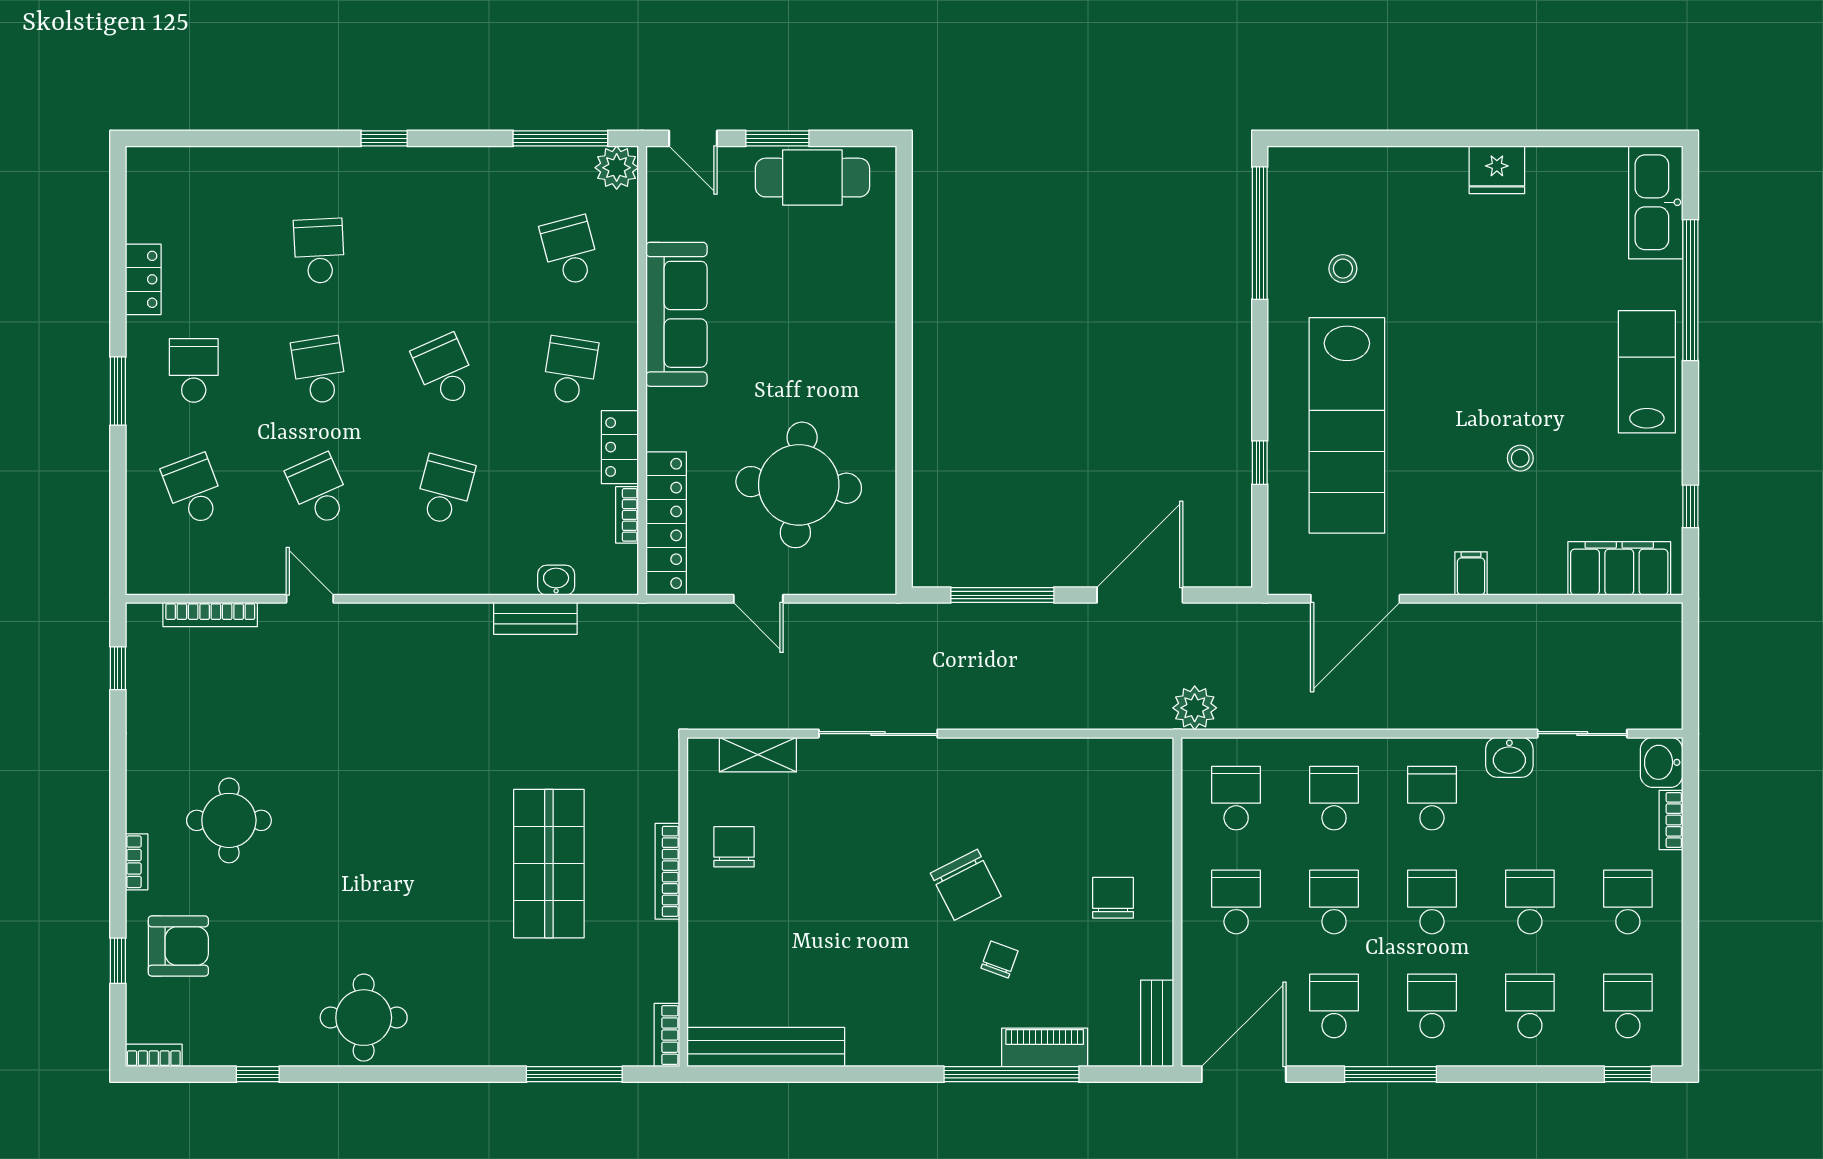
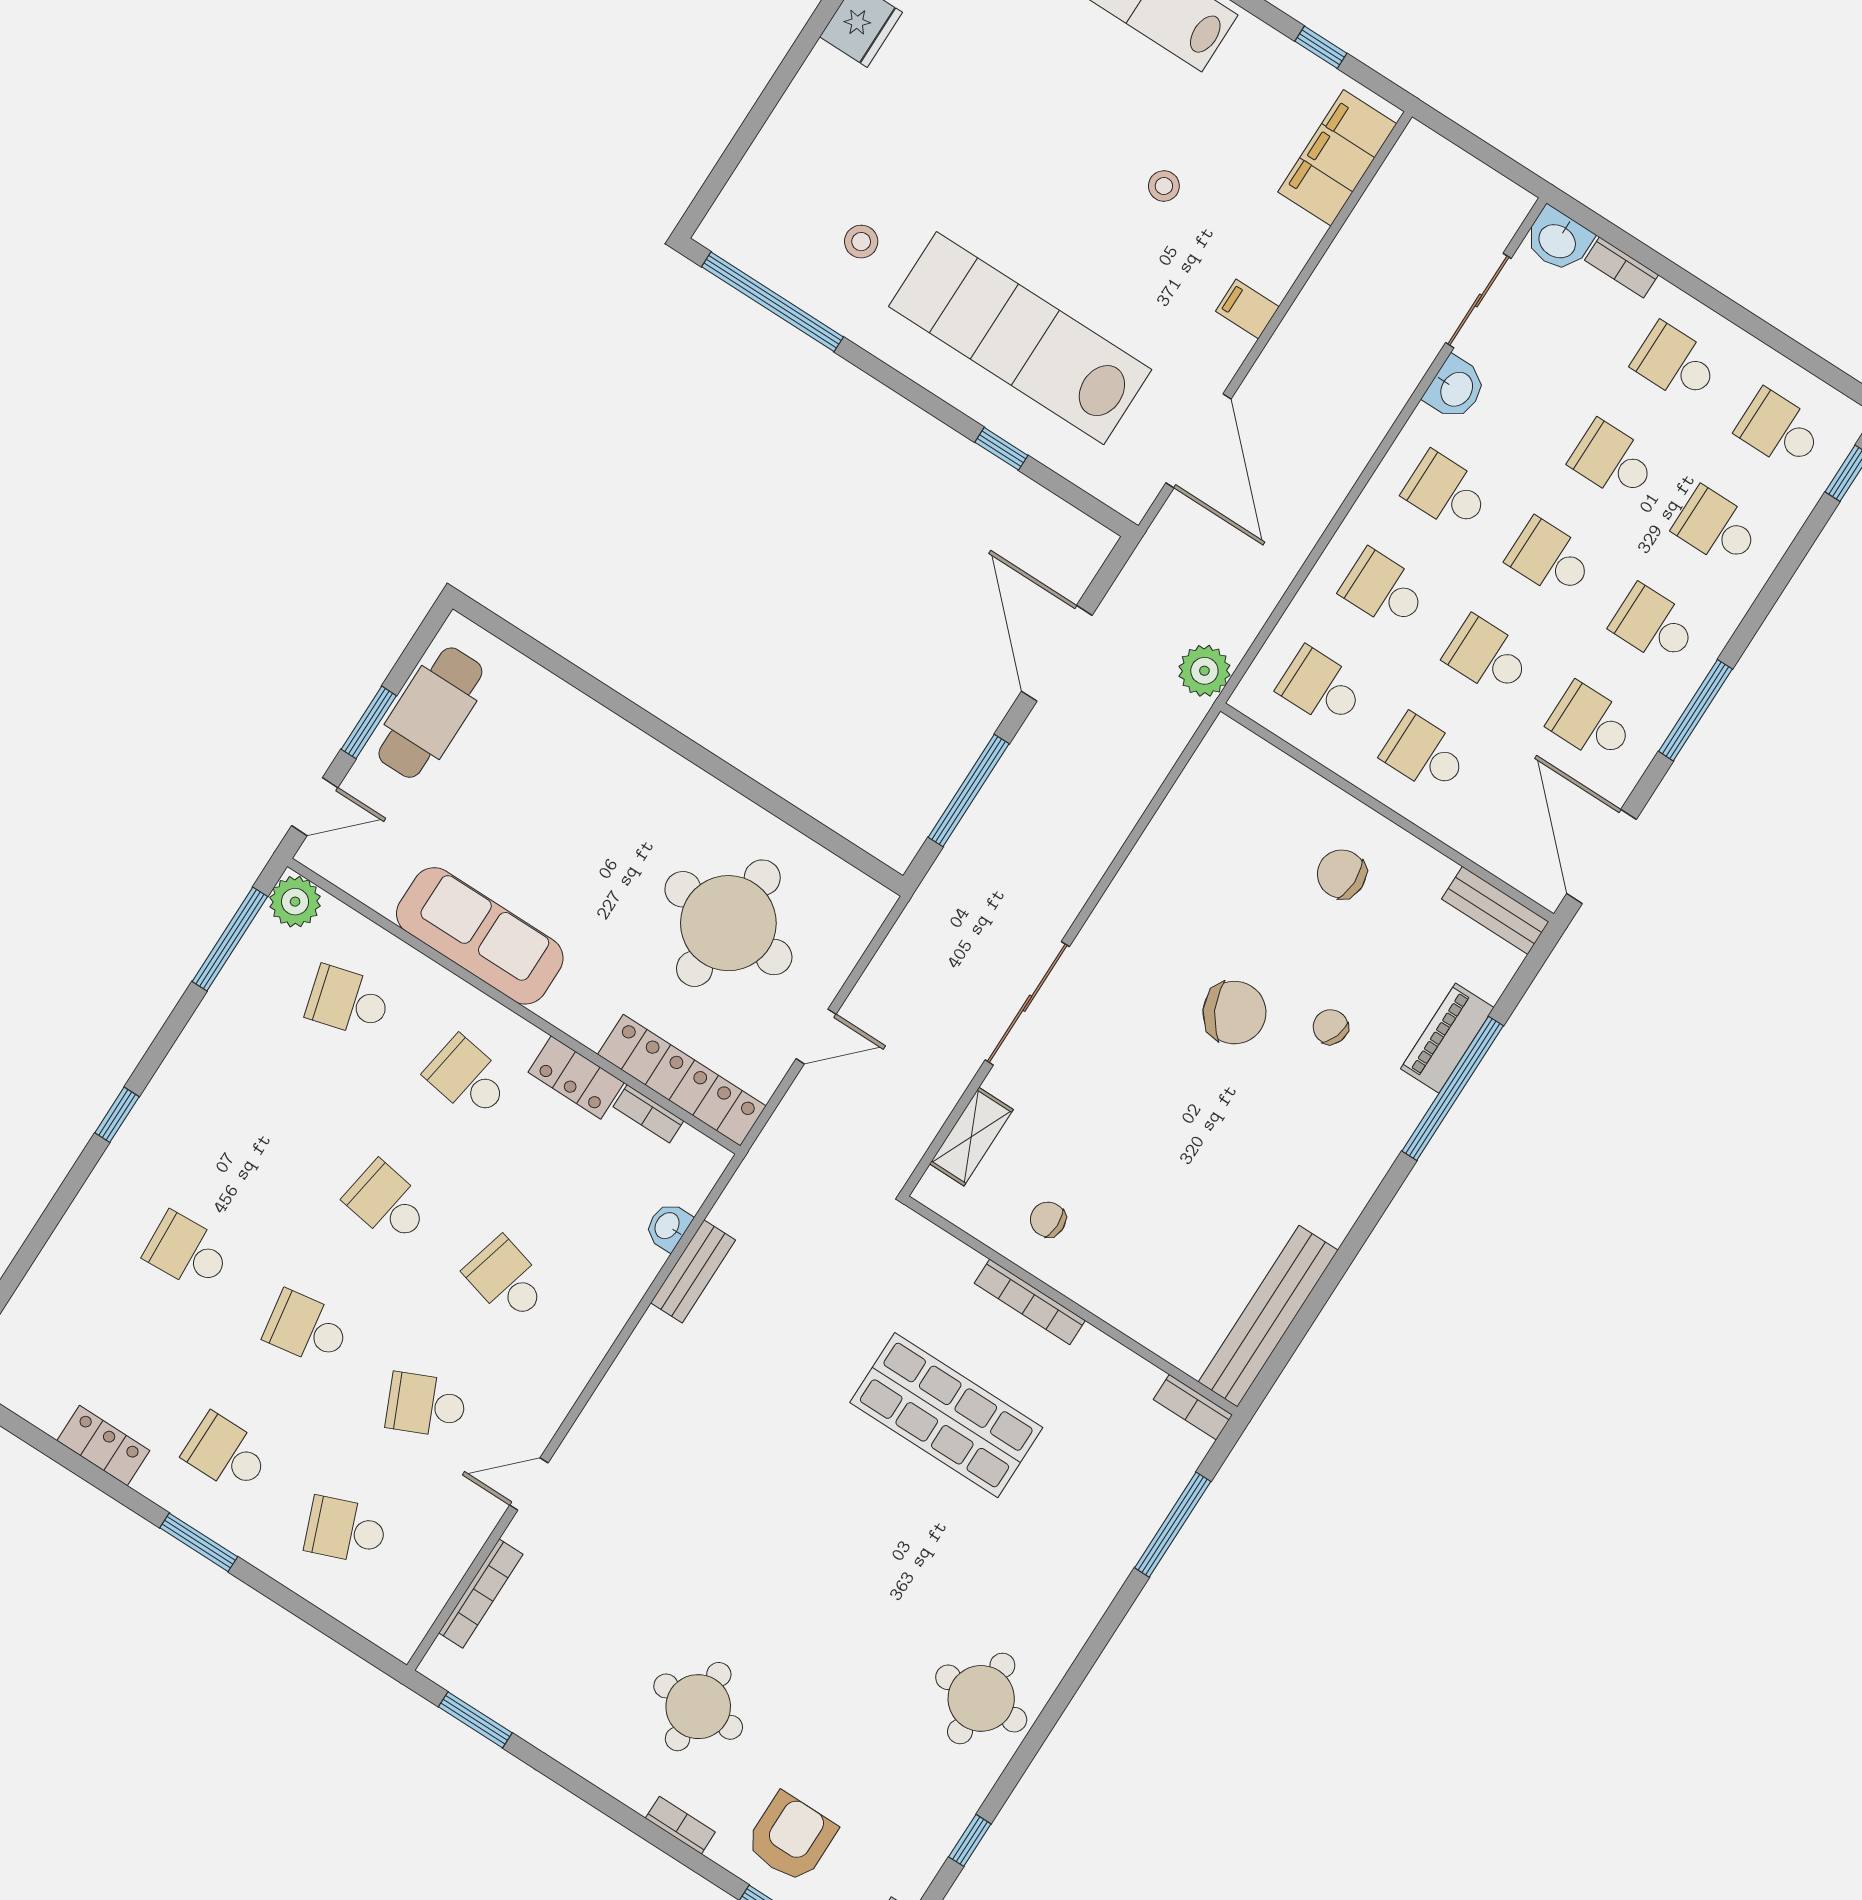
school desk: (445, 370) -> (387, 1203), turned 33
lab bench: (1347, 425) -> (1020, 338), turned 180
window: (118, 668) -> (475, 1720), width x1.50
chair: (734, 847) -> (1048, 1219), width x0.73, depth x0.73

